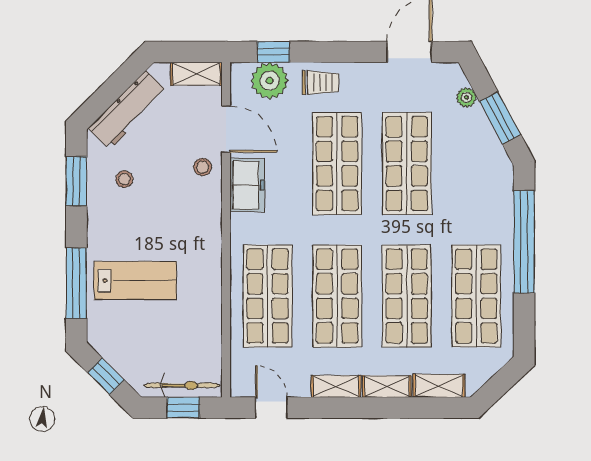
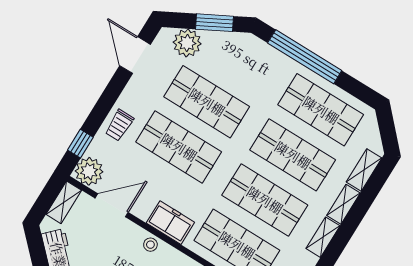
plant: (270, 81) -> (89, 171), moved
trolley: (320, 83) -> (119, 125), turned 180
plant: (466, 97) -> (187, 43), width x1.88, depth x1.88
stool: (203, 167) -> (150, 245), moved
freezer: (247, 185) -> (170, 223), moved

